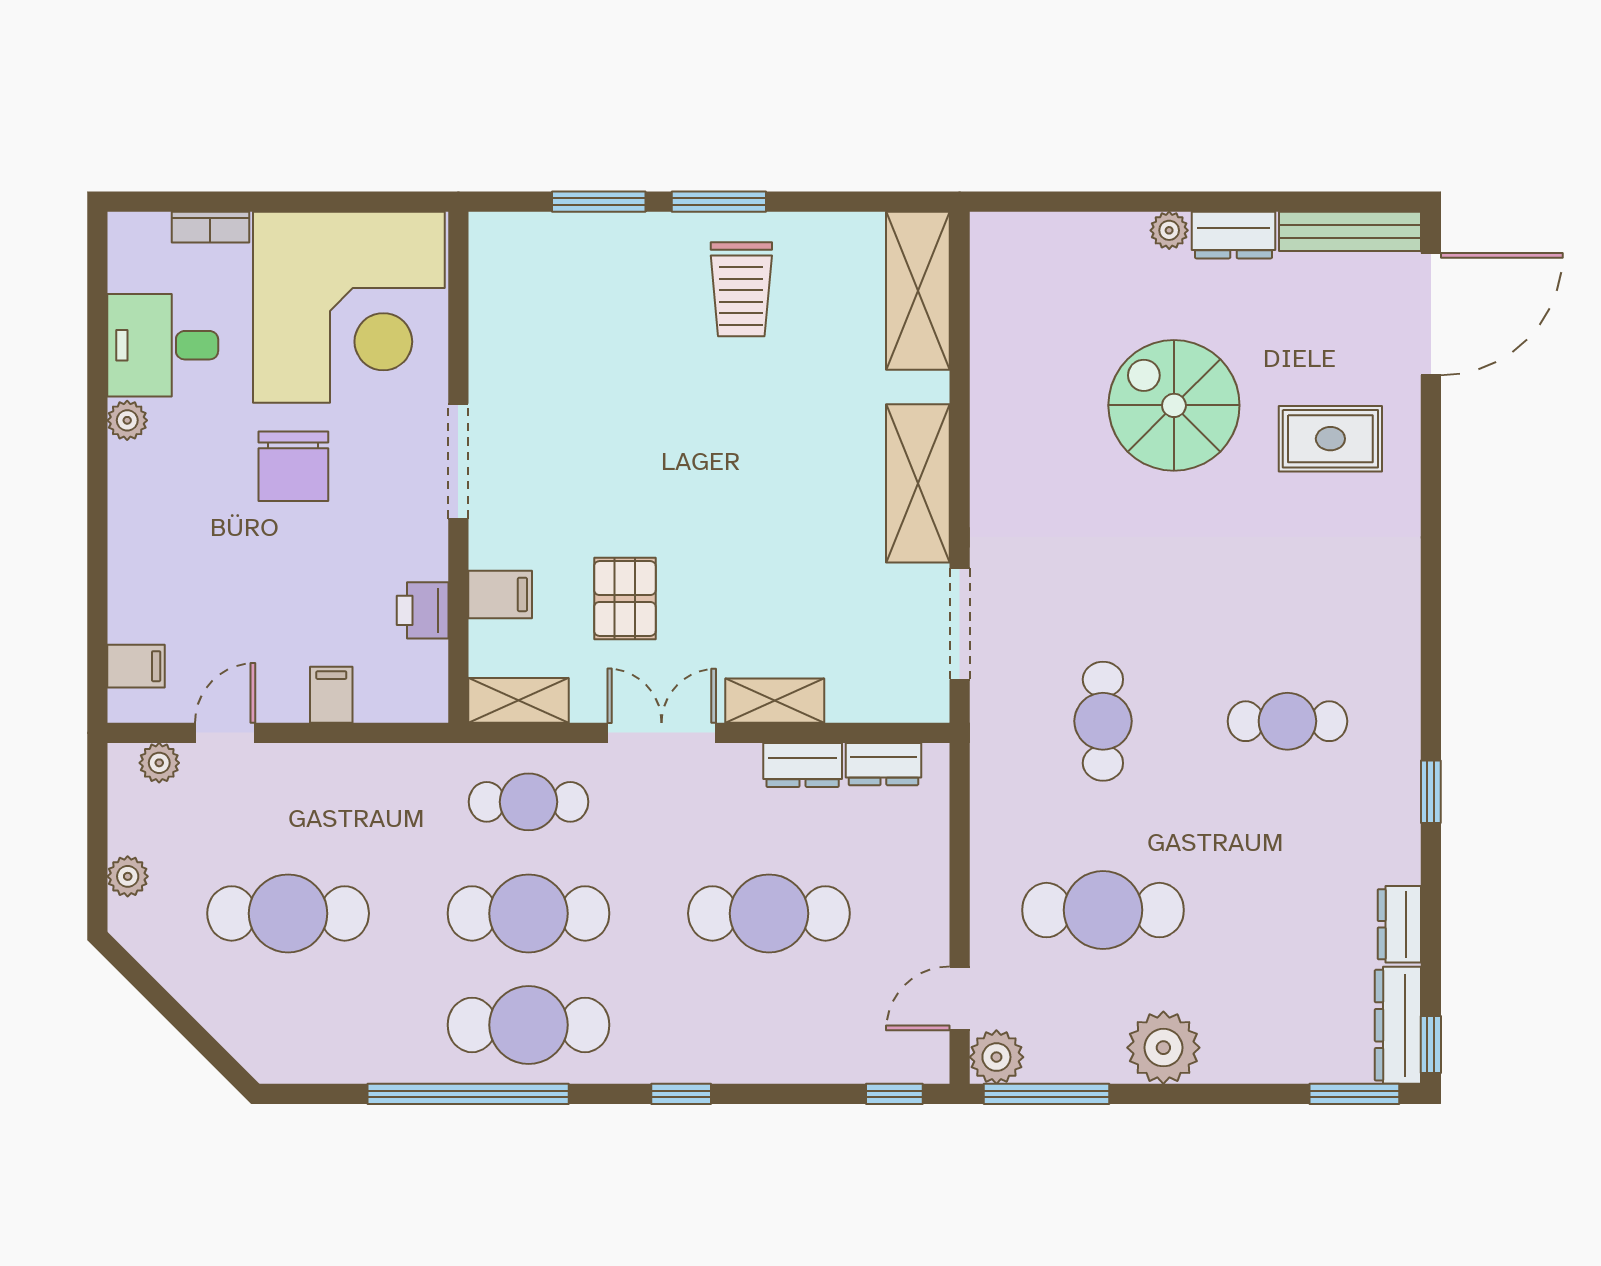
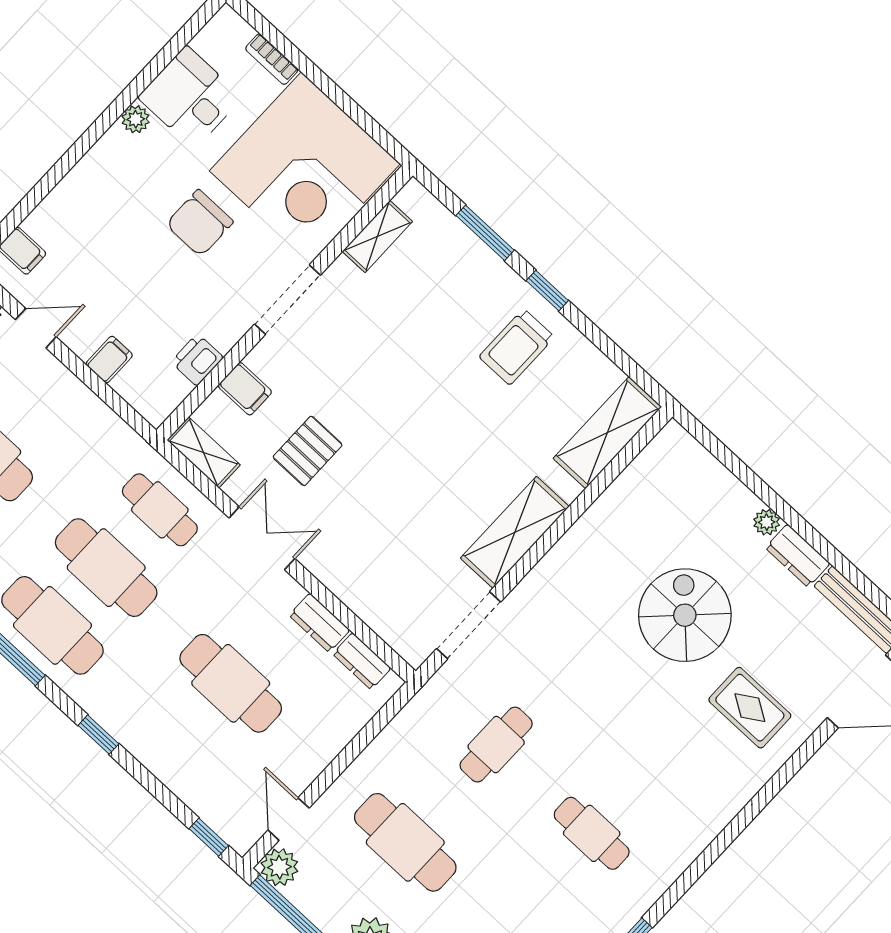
window: (719, 202) -> (547, 291), width x0.67
shelving: (775, 701) -> (377, 236), moved, turned 90
door: (960, 998) -> (289, 819), hinge flipped

